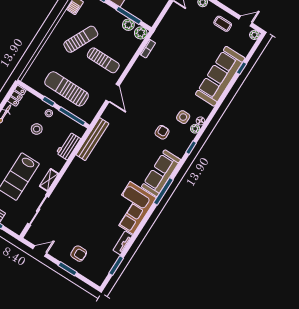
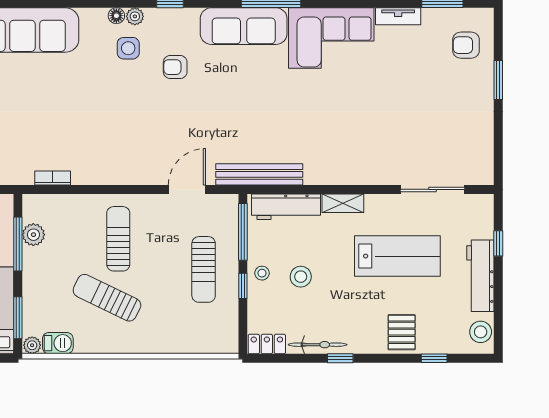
plant: (141, 33) -> (34, 206), removed
sun lounger: (67, 89) -> (204, 269), width x0.73, depth x0.75
door: (113, 93) -> (187, 189), moved
workbench: (68, 146) -> (286, 207), width x1.38
shelving: (49, 180) -> (343, 203), moved
door: (40, 251) -> (498, 144), removed
armchair: (79, 254) -> (466, 45), moved, turned -90

